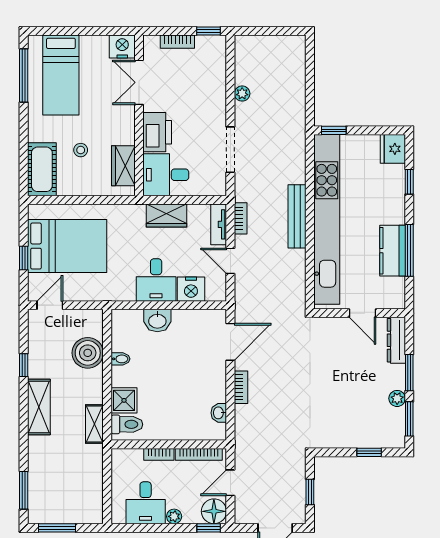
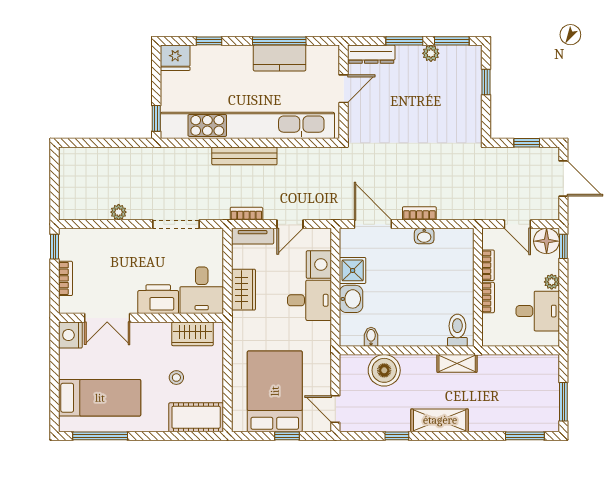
bidet: (121, 359) -> (371, 337), moved
shower: (124, 400) -> (353, 270), moved
washbasin: (219, 413) -> (424, 236), moved
bookcase: (199, 454) -> (488, 265), width x0.64

